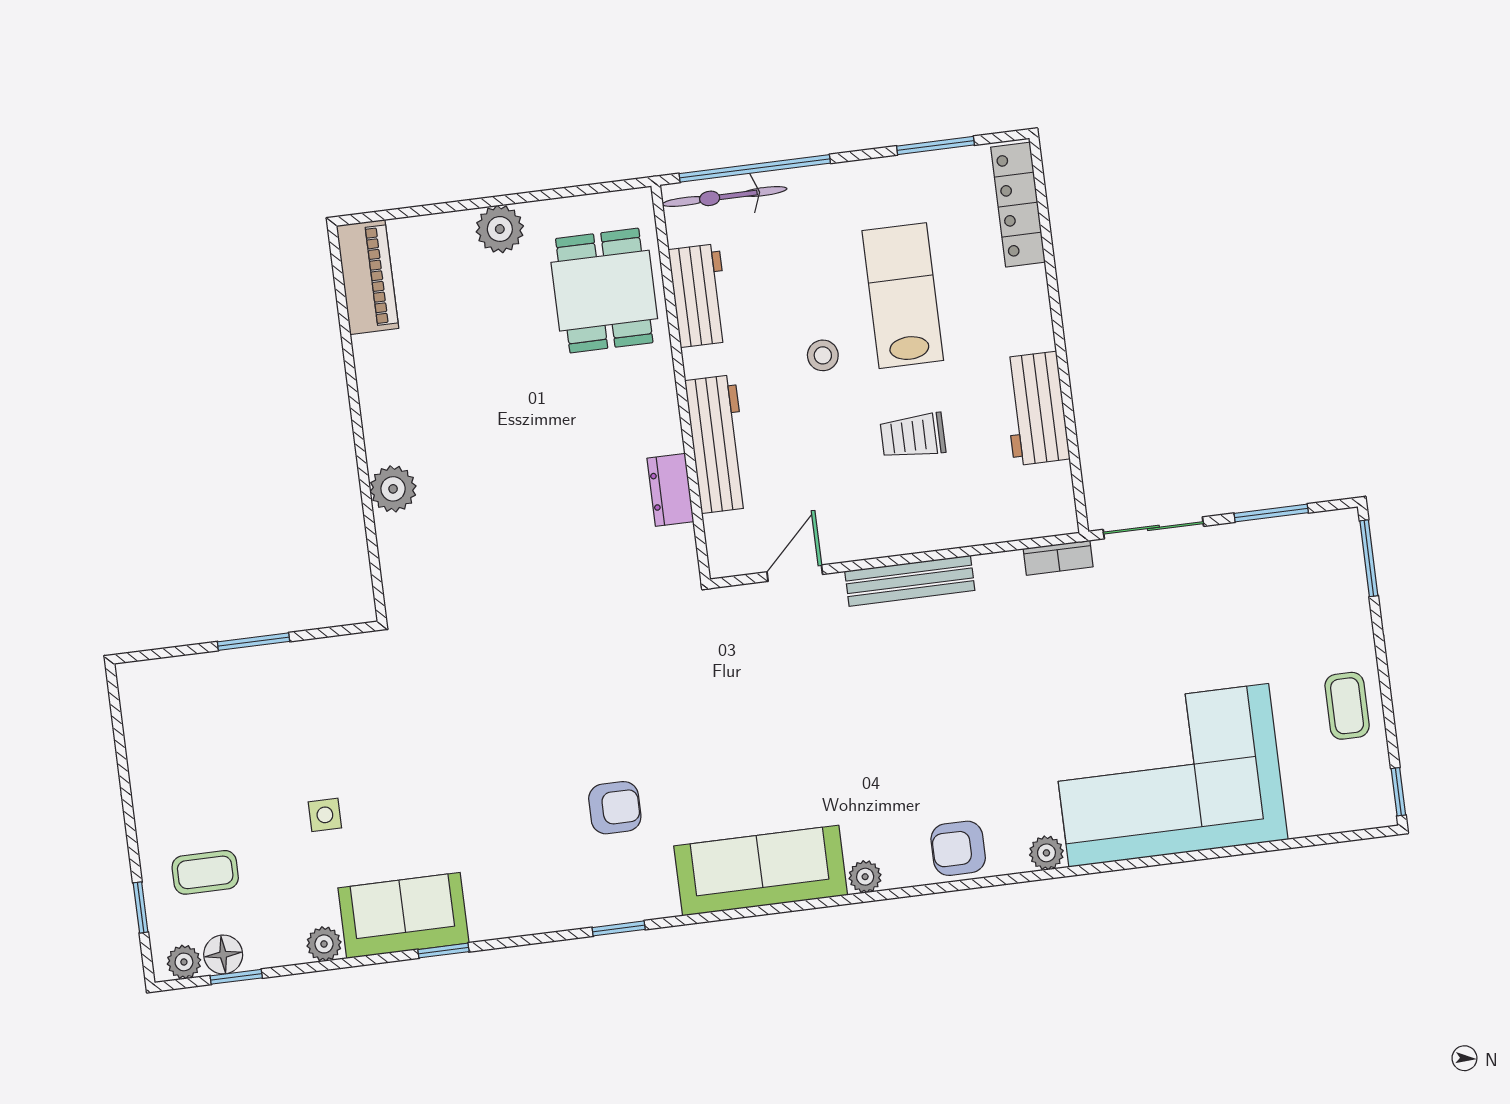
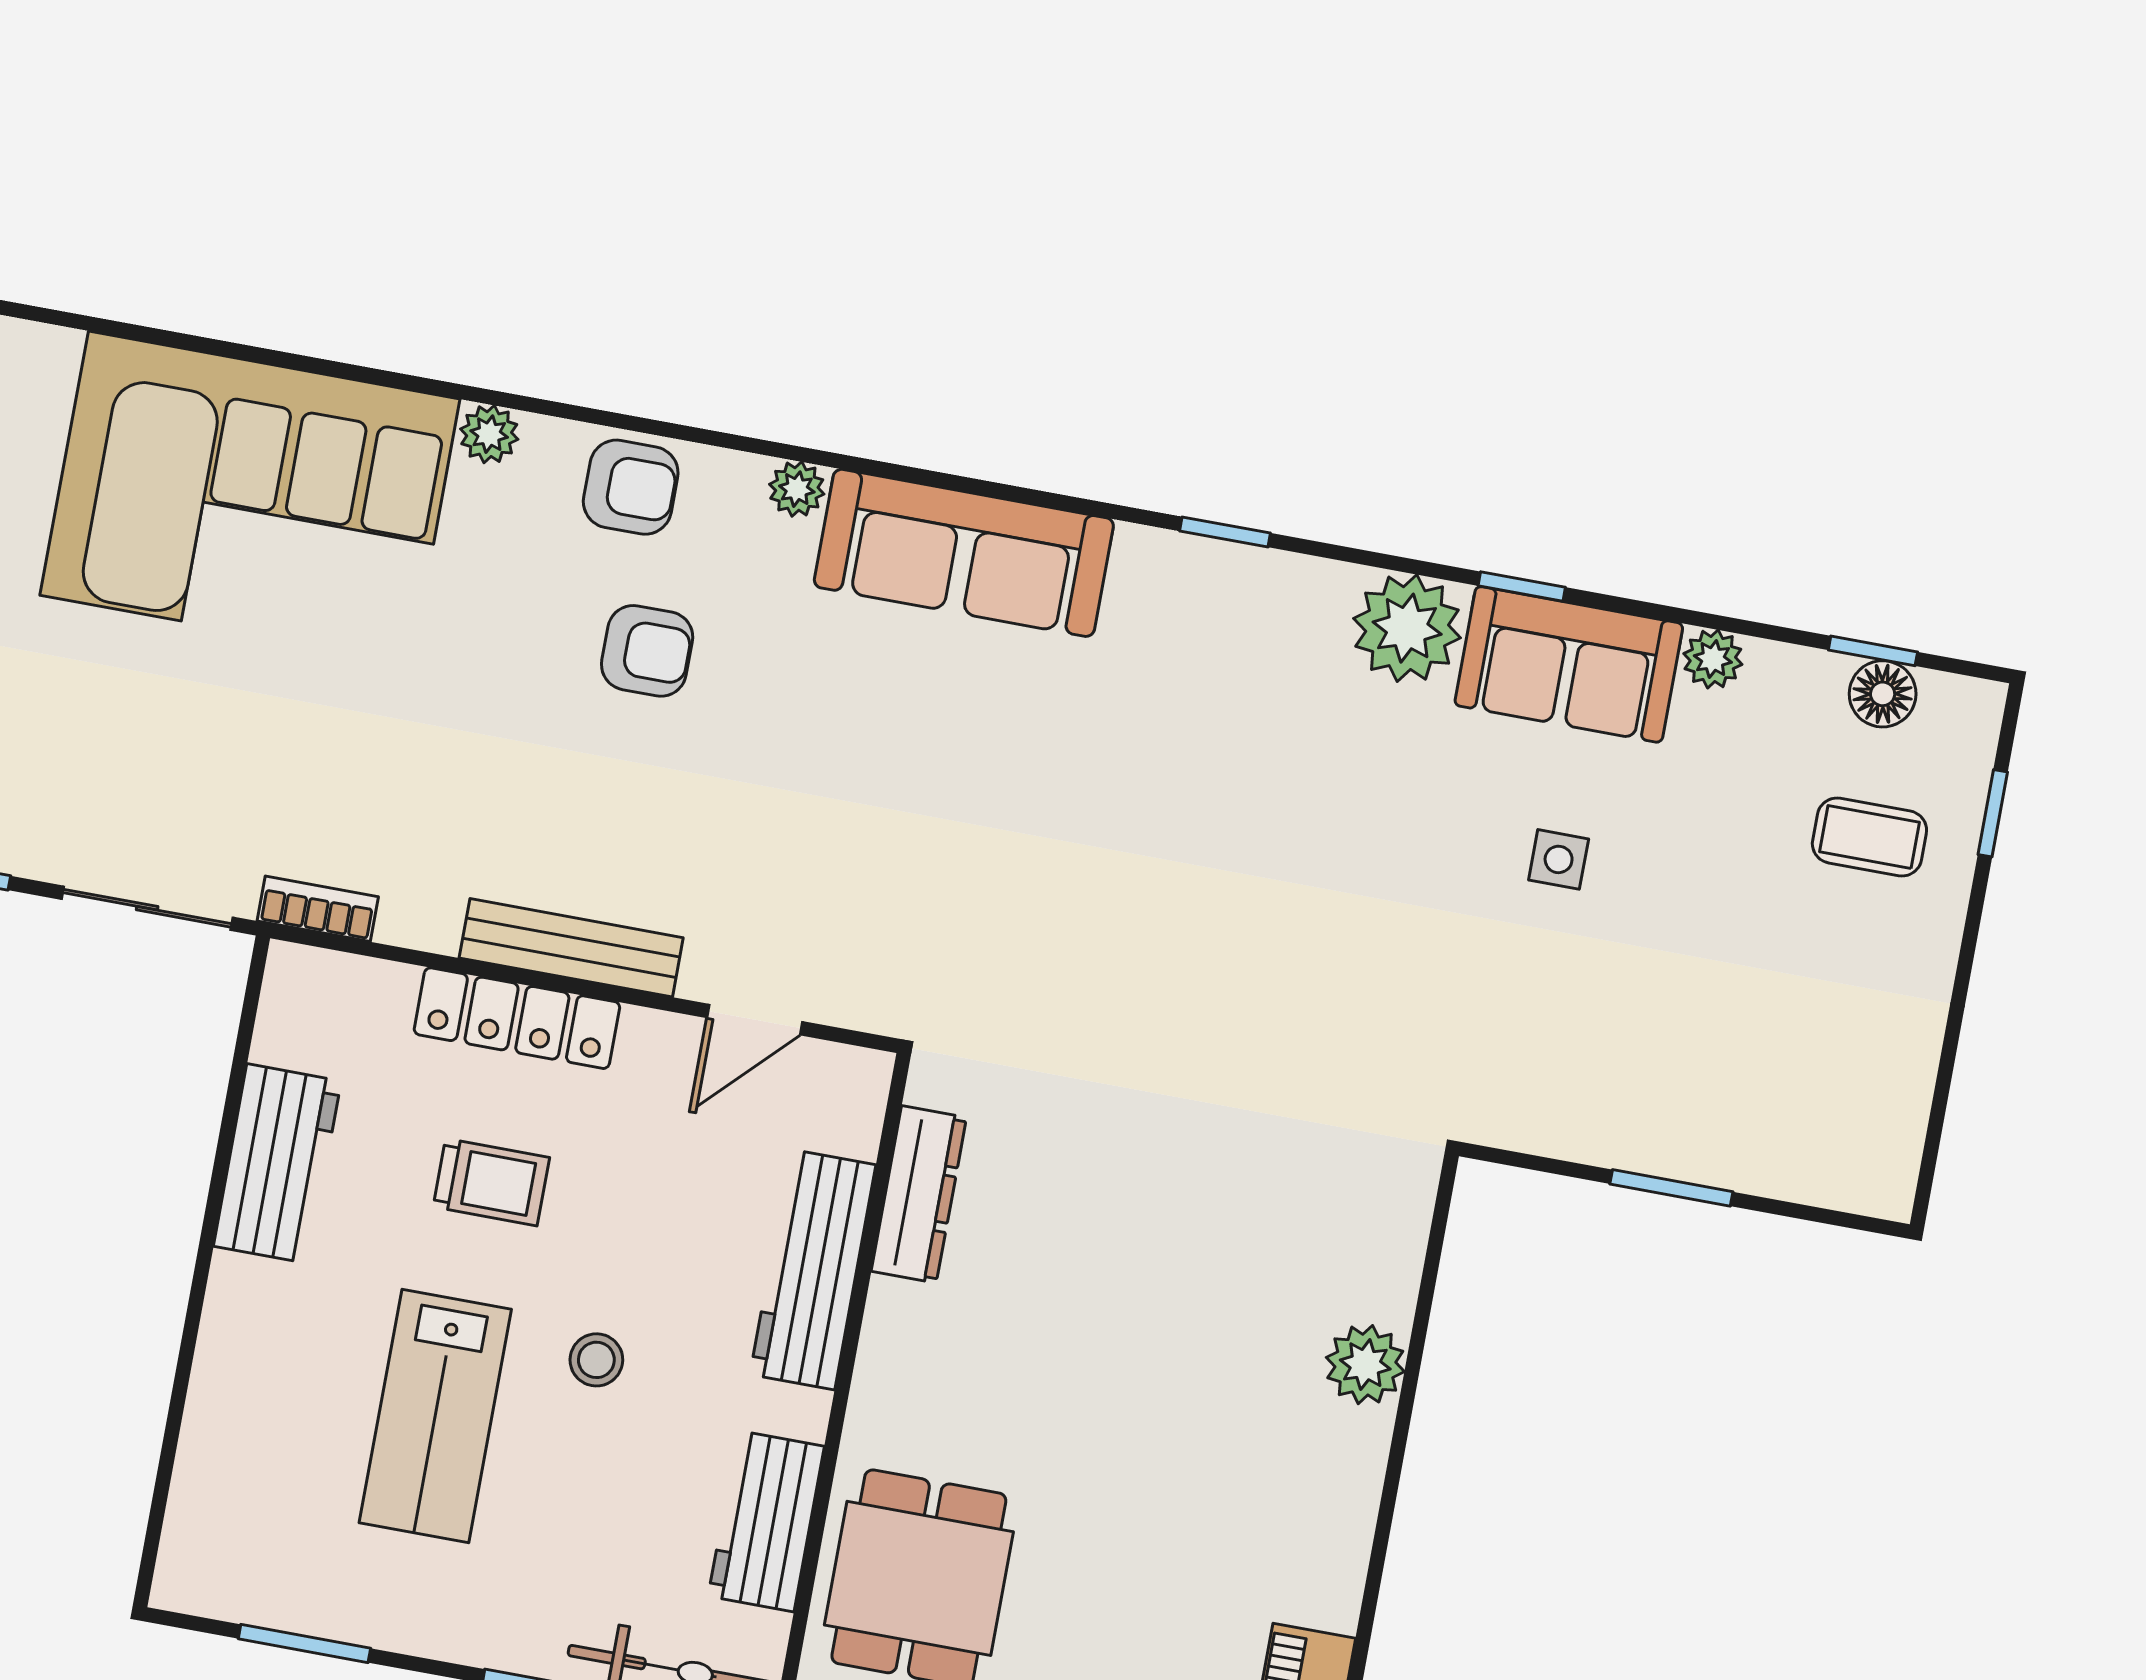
locker: (1018, 205) -> (517, 1018), moved, turned 90
dresser: (670, 490) -> (919, 1194), width x1.44
armchair: (615, 808) -> (647, 651), moved, turned 180
side table: (325, 815) -> (1559, 859), moved
plant: (184, 962) -> (1407, 628), moved, width x1.87, depth x1.87

